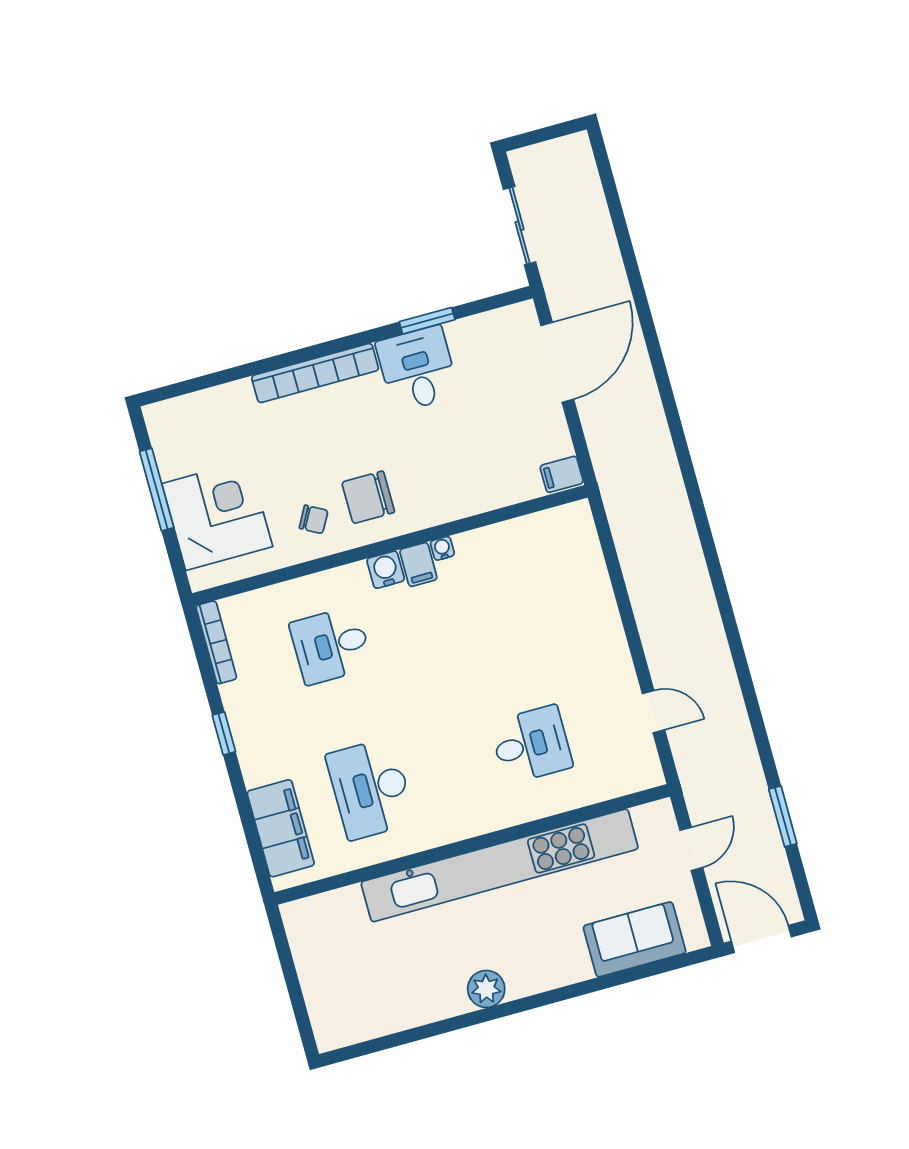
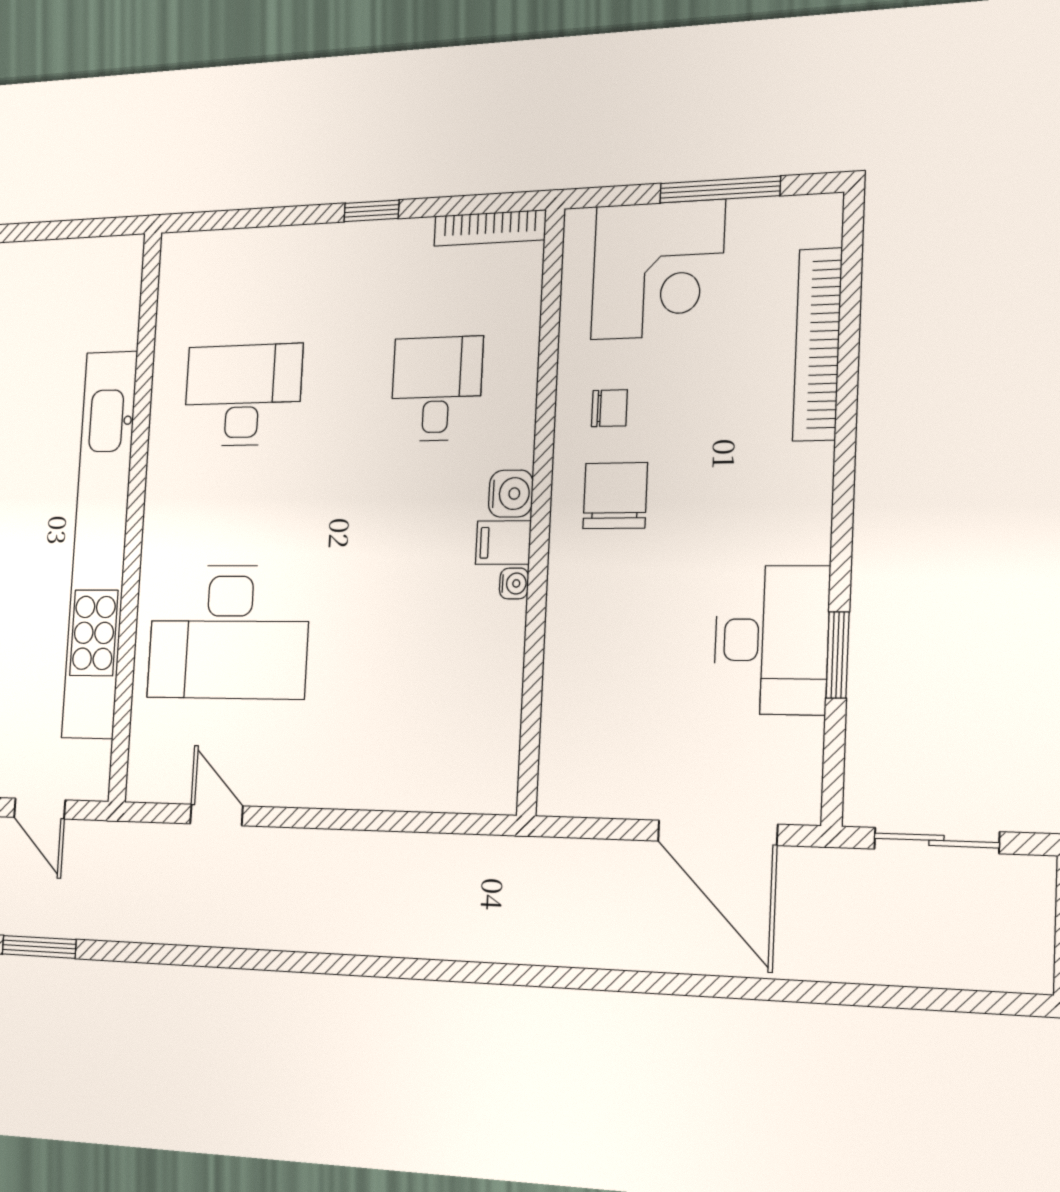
desk: (417, 369) -> (771, 640), width x1.37
bookcase: (315, 373) -> (817, 344), moved
filing cabinet: (562, 474) -> (560, 788), removed
chair: (314, 519) -> (609, 408), turned -119
door: (653, 712) -> (216, 815), swing flipped
desk: (531, 745) -> (229, 632), width x1.87, depth x1.30
filing cabinet: (281, 828) -> (233, 260), removed

